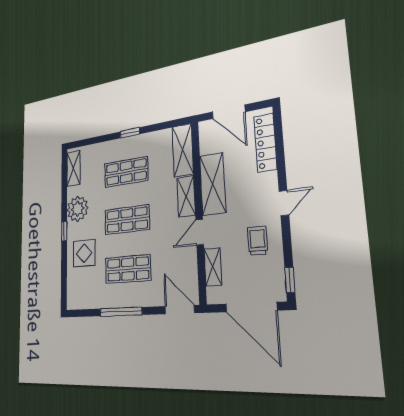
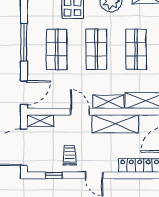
trolley: (257, 241) -> (70, 155), turned -90
shelving: (213, 267) -> (40, 121), moved
window: (290, 280) -> (54, 175), moved

